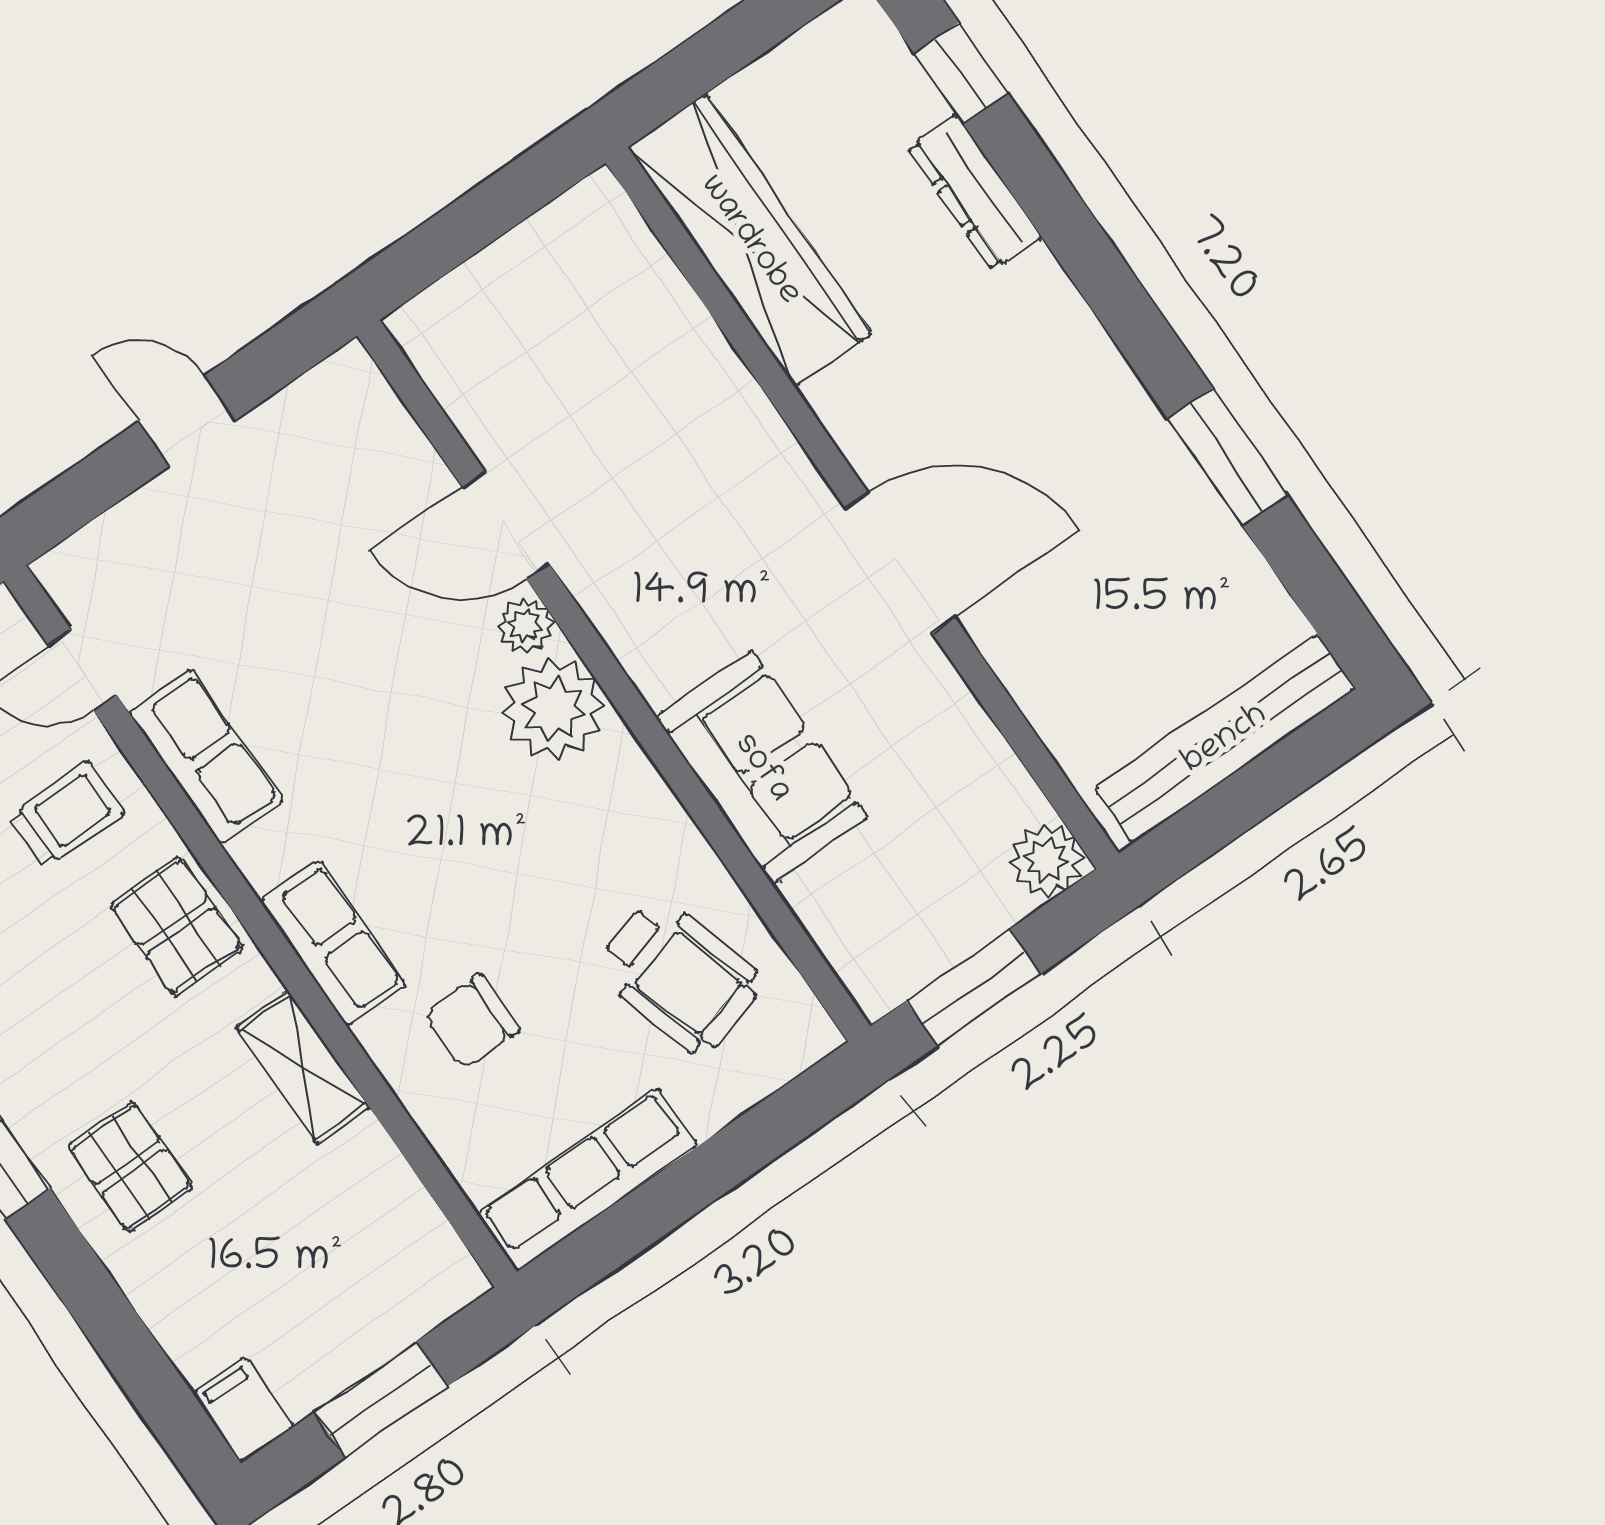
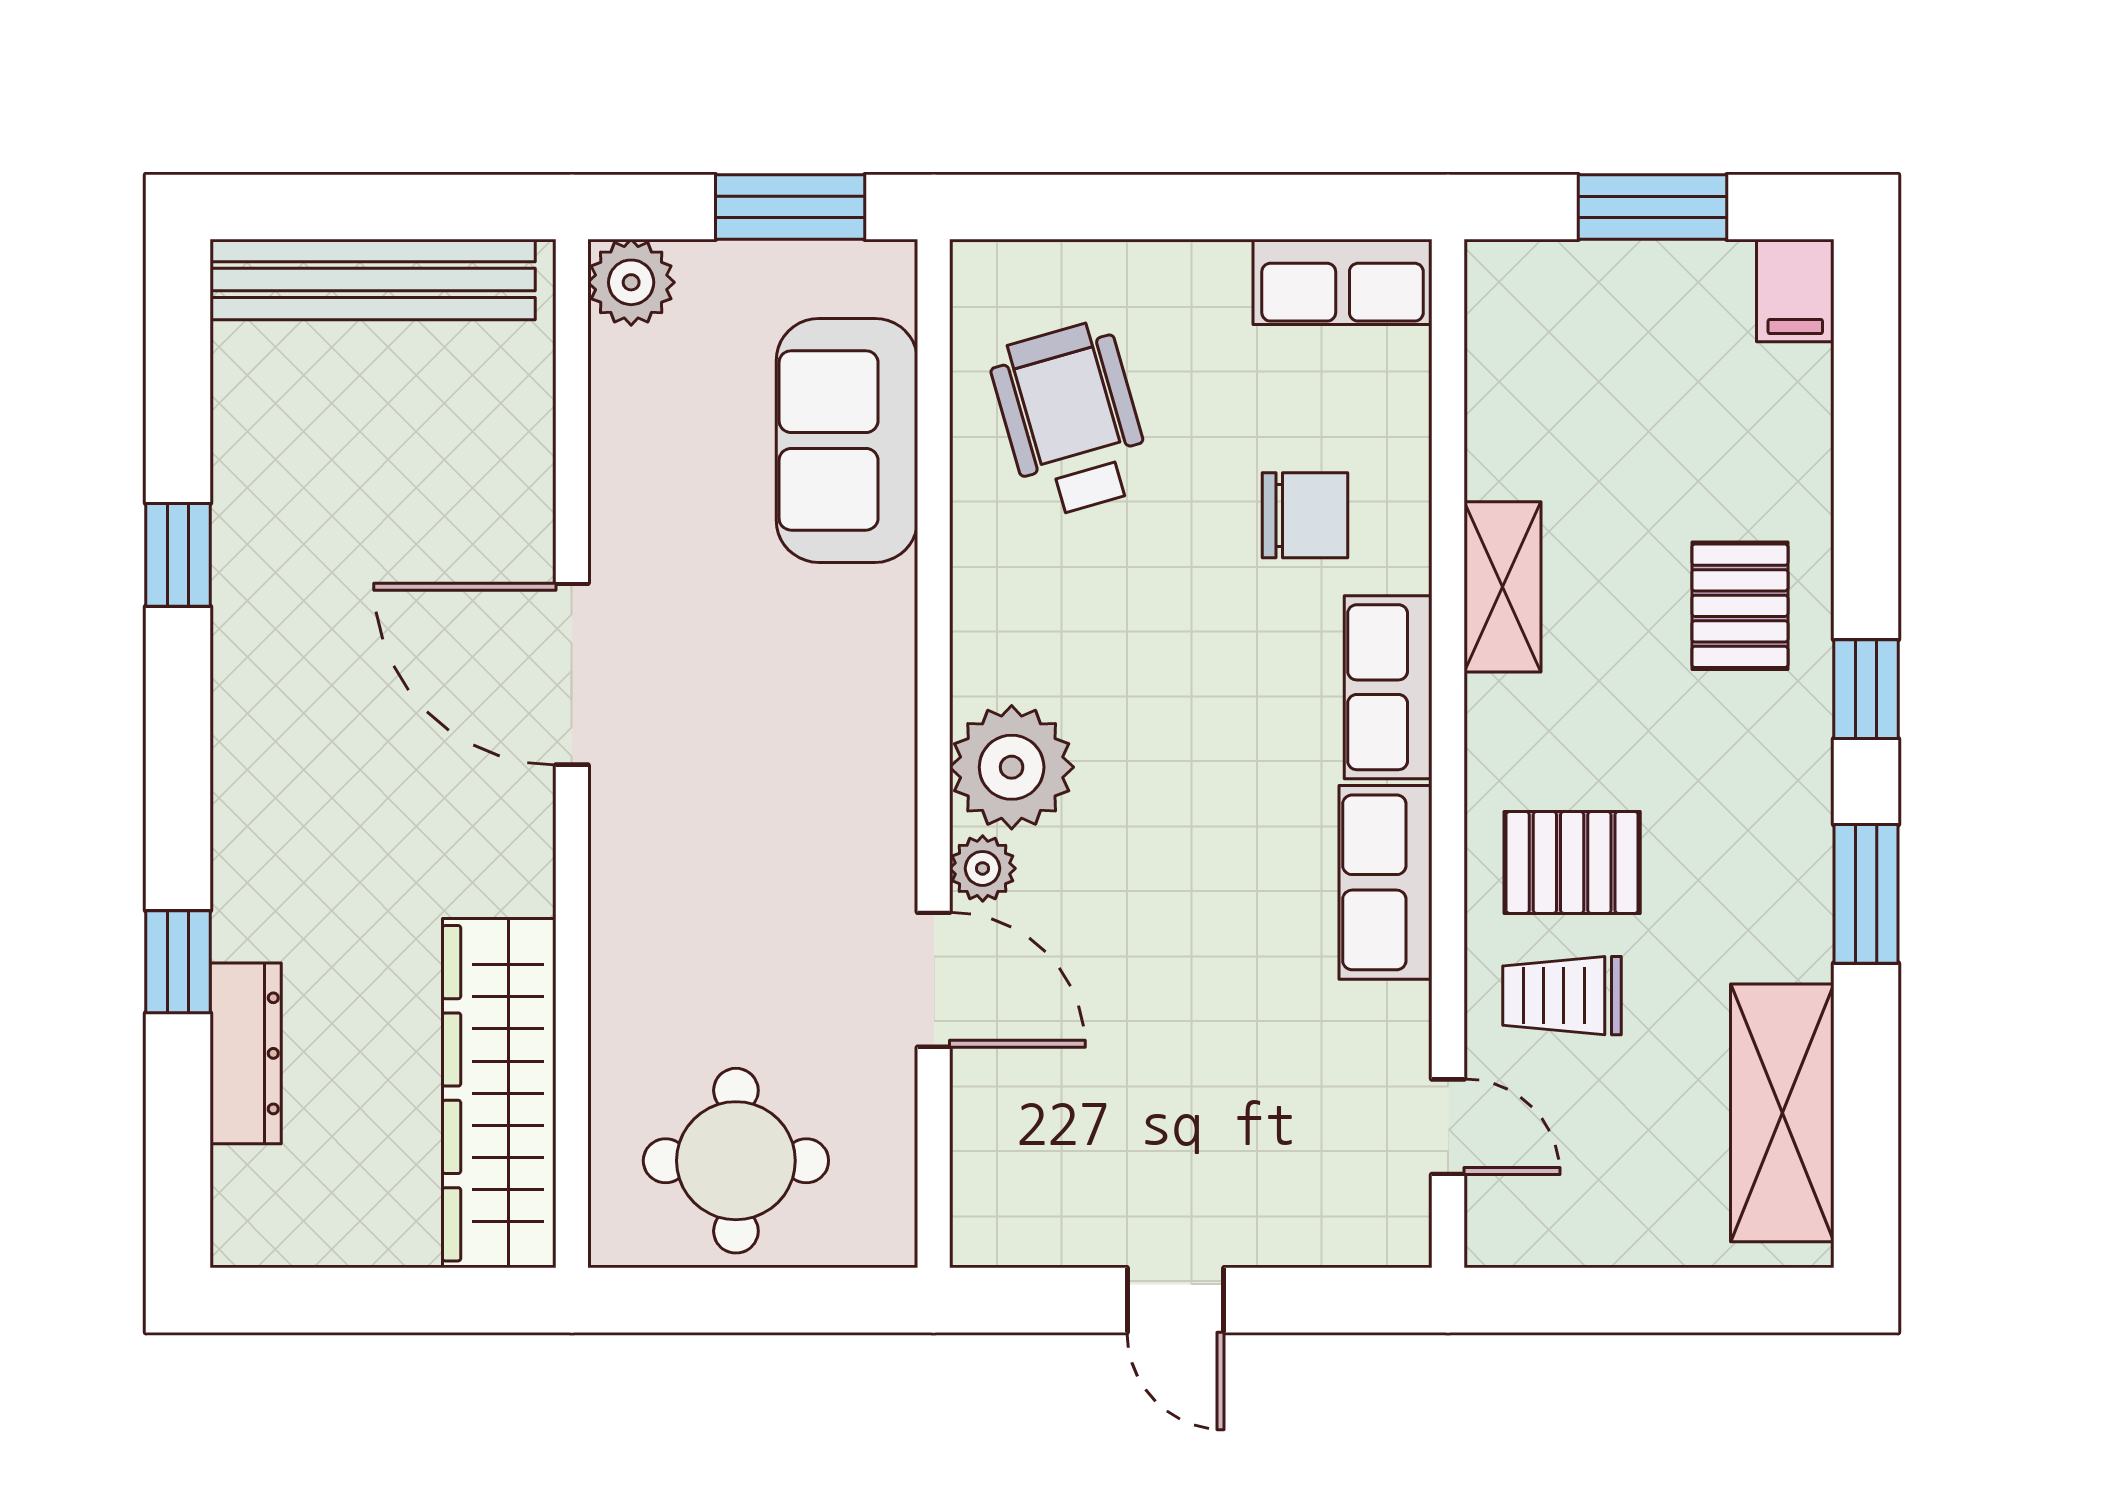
window: (961, 73) -> (178, 962), moved
dresser: (975, 192) -> (246, 1053), moved
round table: (555, 307) -> (736, 1161), added
window: (1227, 457) -> (178, 555), width x0.67
row of seats: (206, 756) -> (1385, 882), moved
sofa: (762, 768) -> (847, 440), moved
pallet: (177, 927) -> (1572, 862), moved, turned 90
row of seats: (587, 1179) -> (1343, 282), width x0.68

